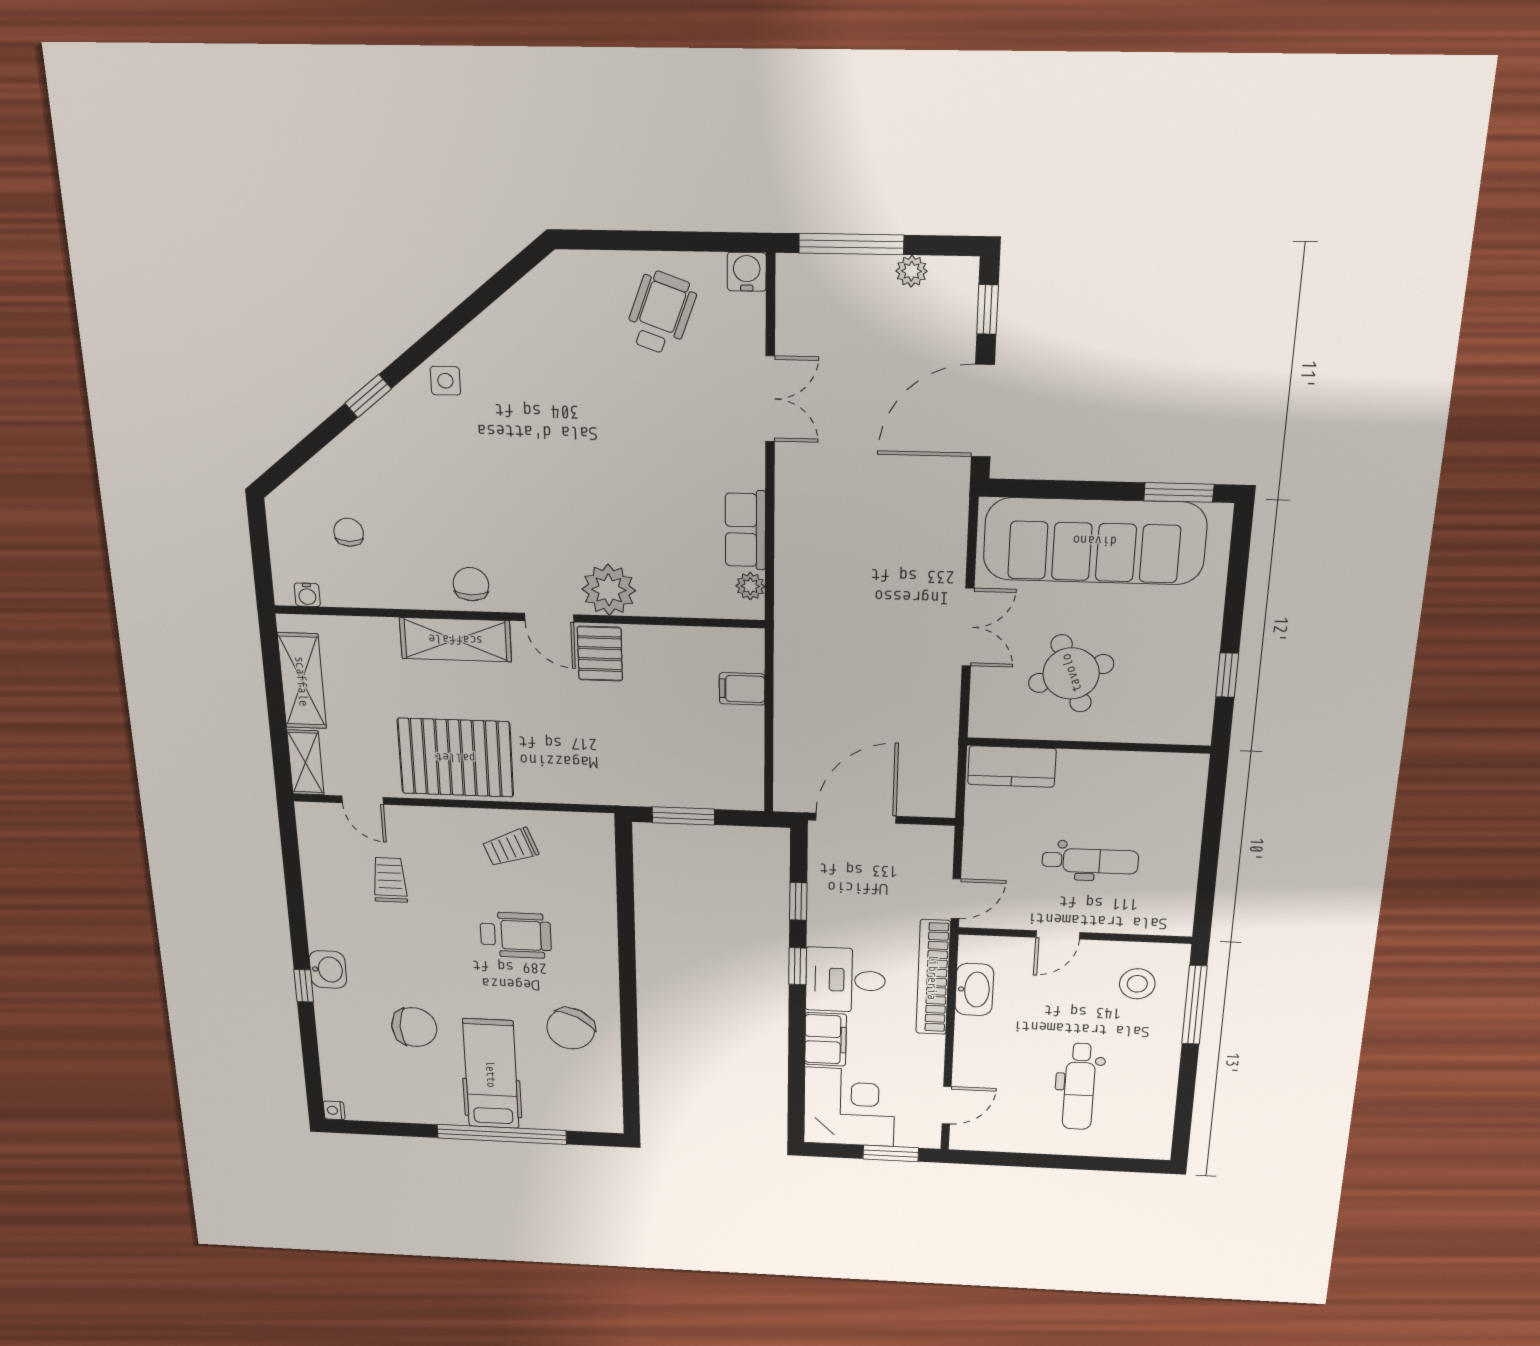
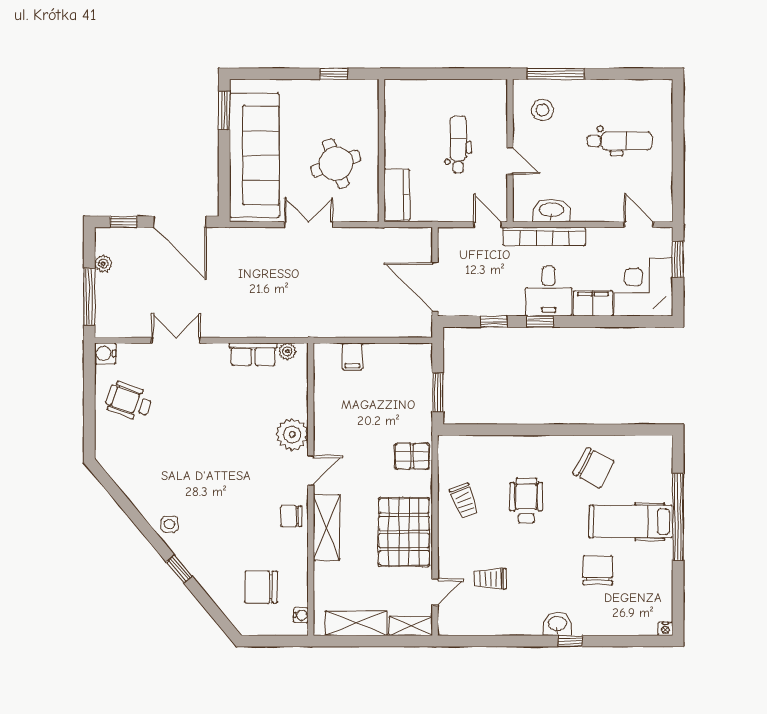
chair: (349, 532) -> (261, 587), width x1.87, depth x1.87
pallet: (600, 654) -> (412, 456), moved

